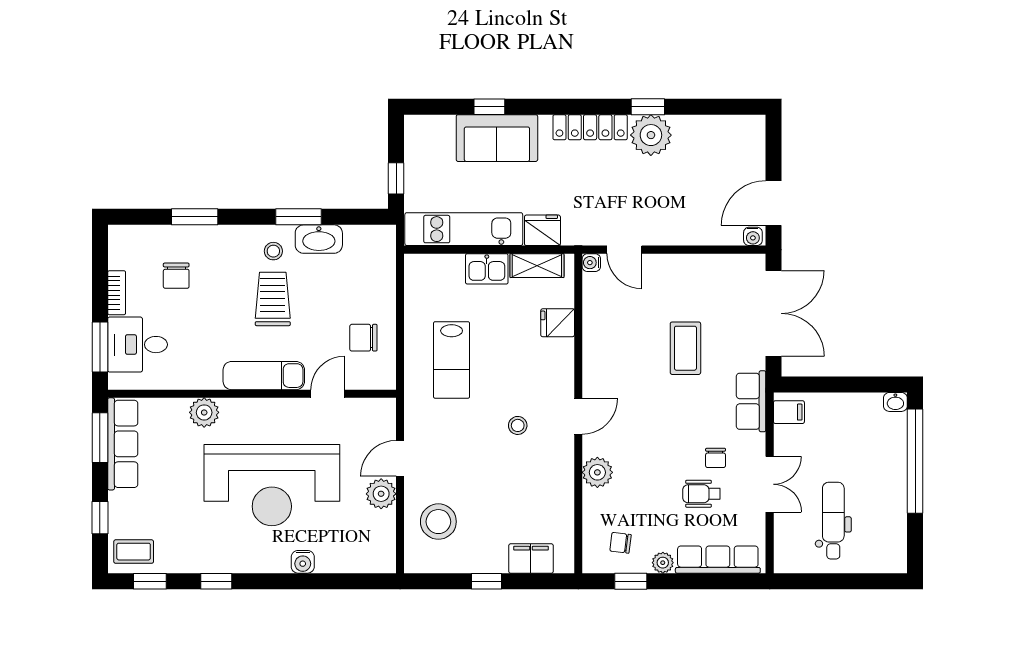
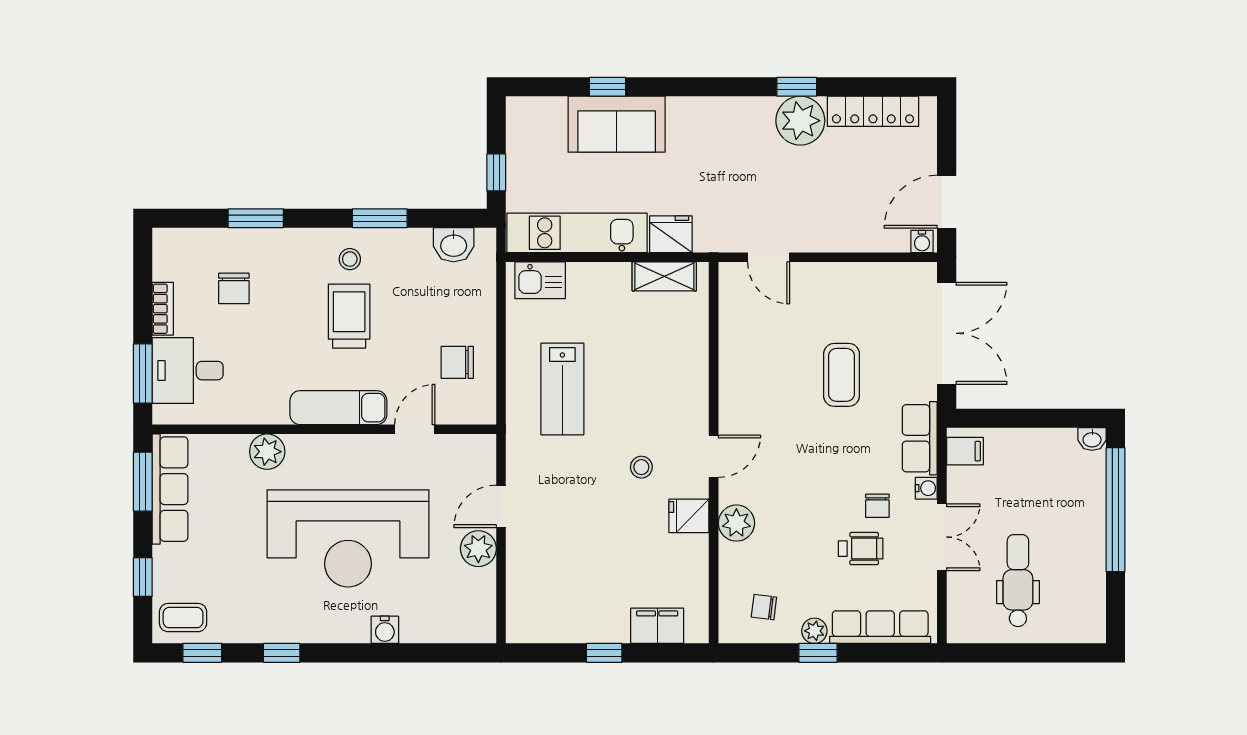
locker: (590, 127) -> (873, 111), moved
washbasin: (319, 239) -> (454, 245), moved, width x0.72
water cooler: (591, 263) -> (926, 488), moved, turned 180
kitchen sink: (487, 269) -> (540, 280), moved
fridge: (558, 323) -> (689, 516), moved
wheelchair: (701, 494) -> (861, 549), turned 180
stool: (438, 522) -> (547, 582), removed
window: (631, 581) -> (818, 653), moved

